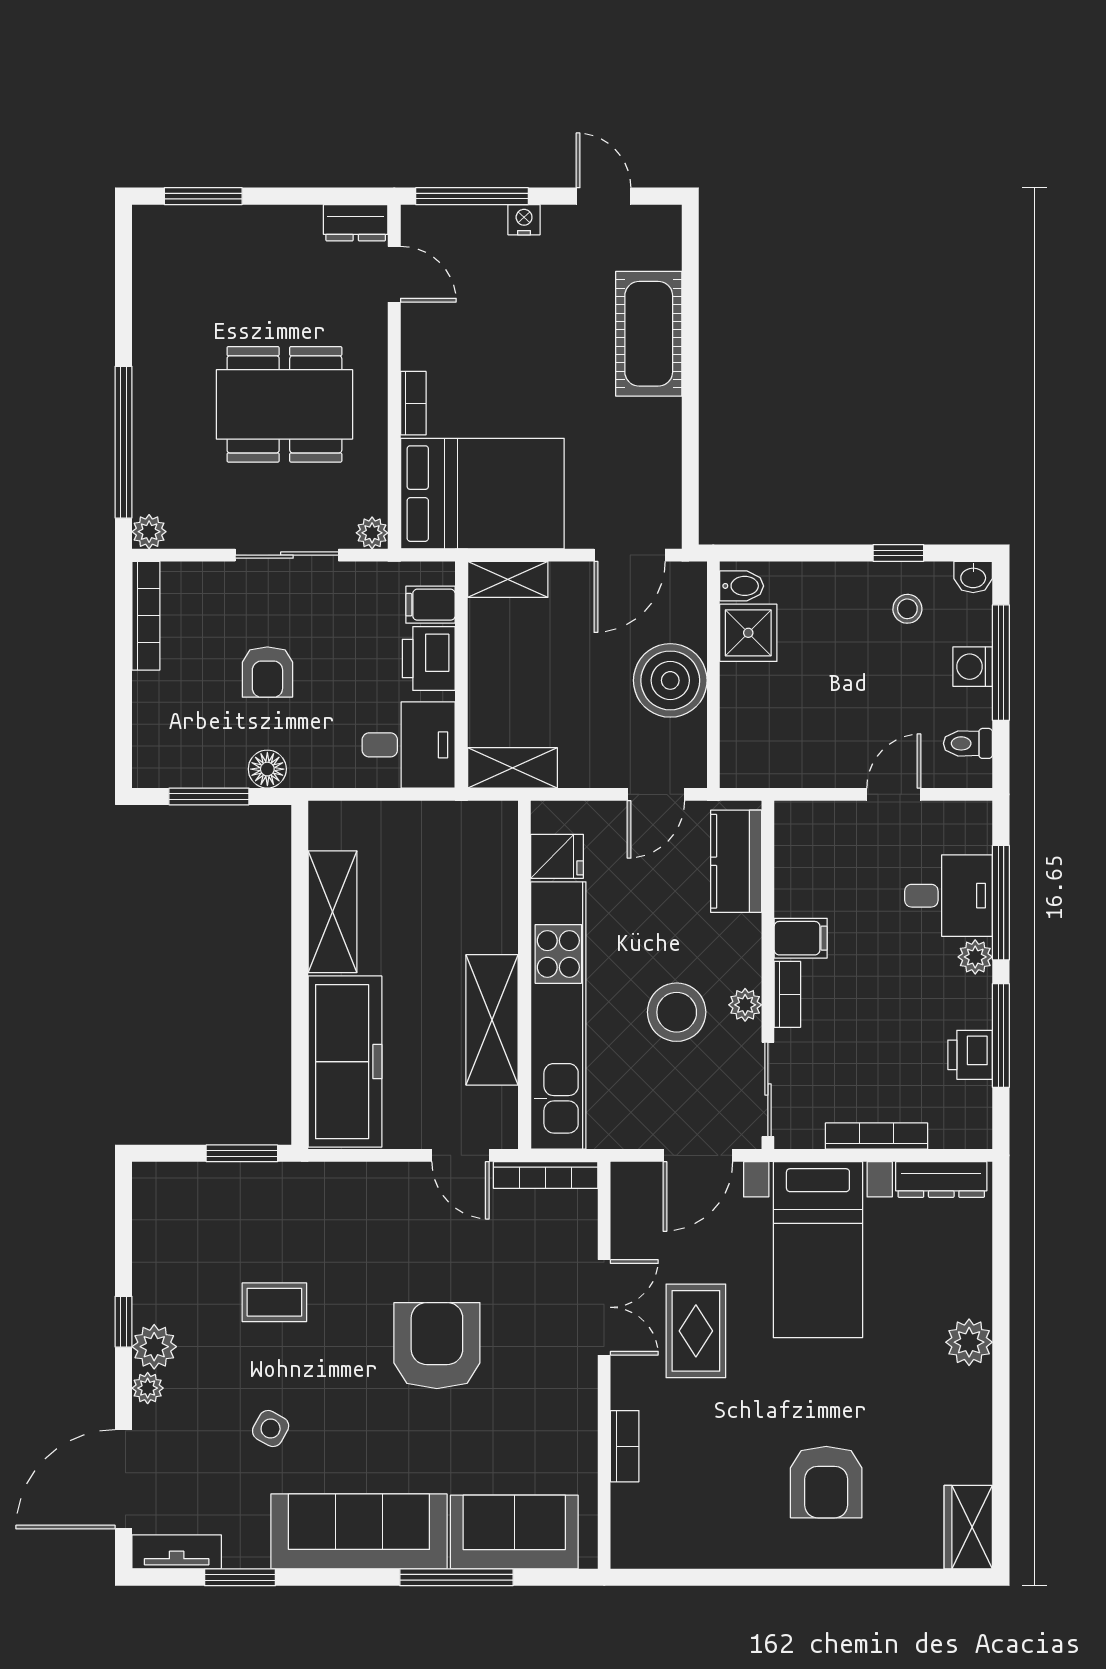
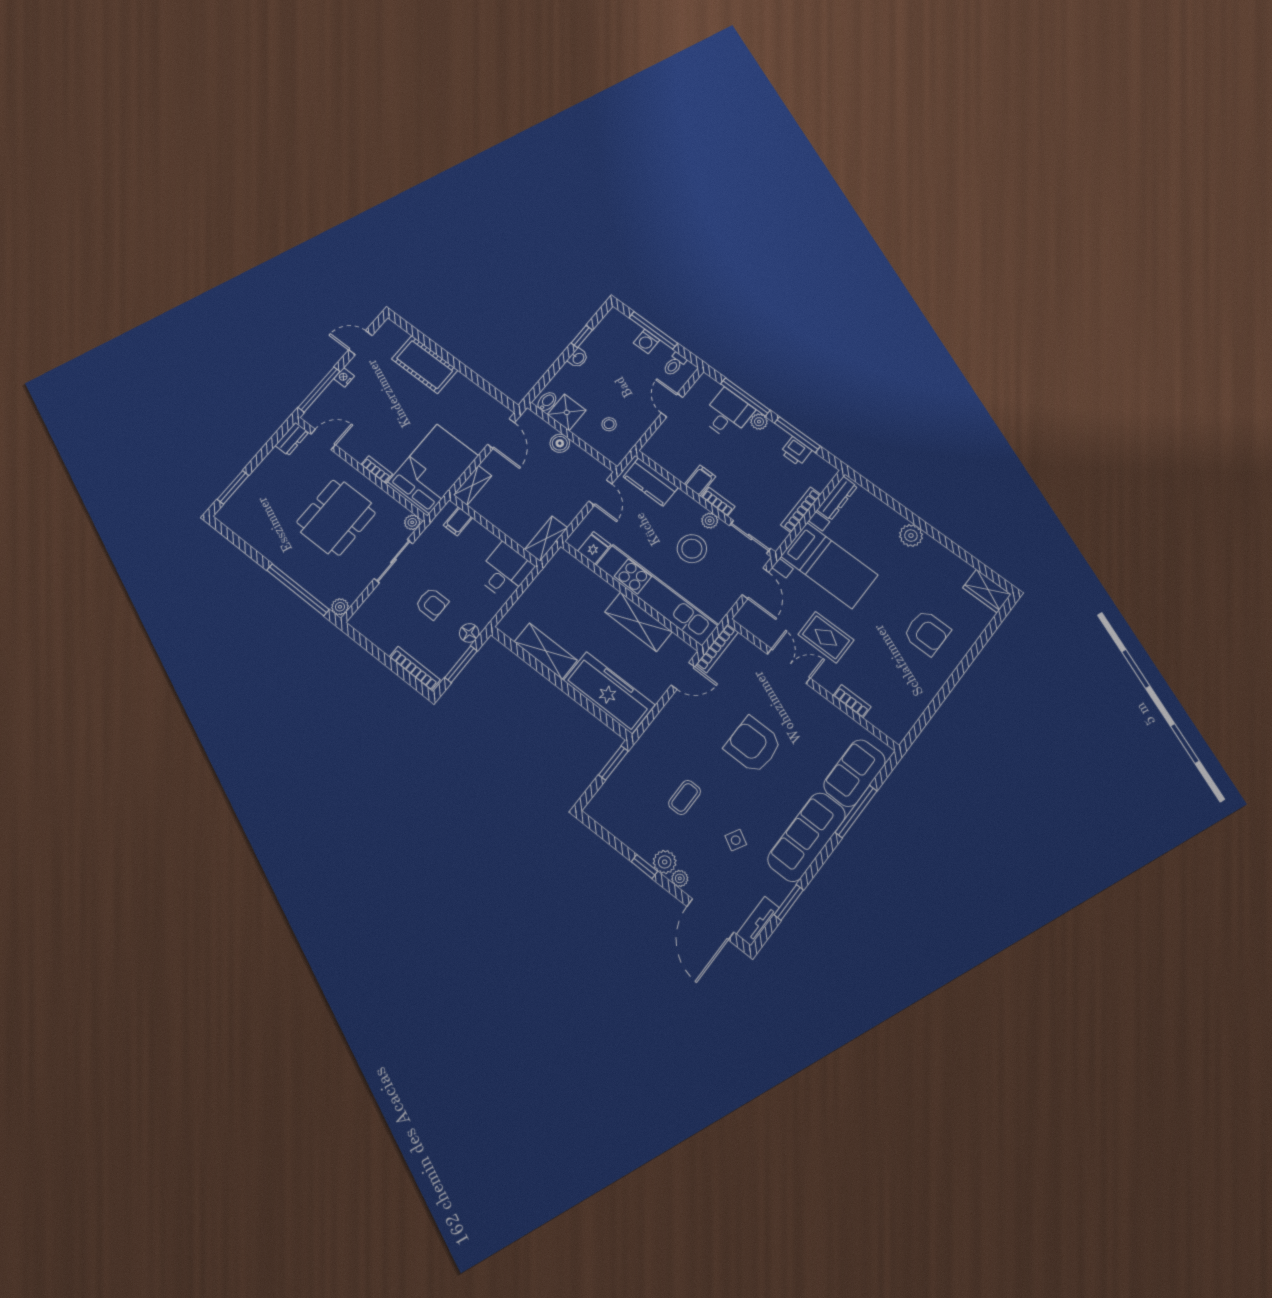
washbasin: (973, 577) -> (578, 358), moved
stool: (907, 609) -> (609, 424), moved
bookcase: (146, 616) -> (415, 668), moved
printer: (429, 658) -> (478, 538), removed
boiler: (670, 680) -> (560, 443), width x0.54, depth x0.54

